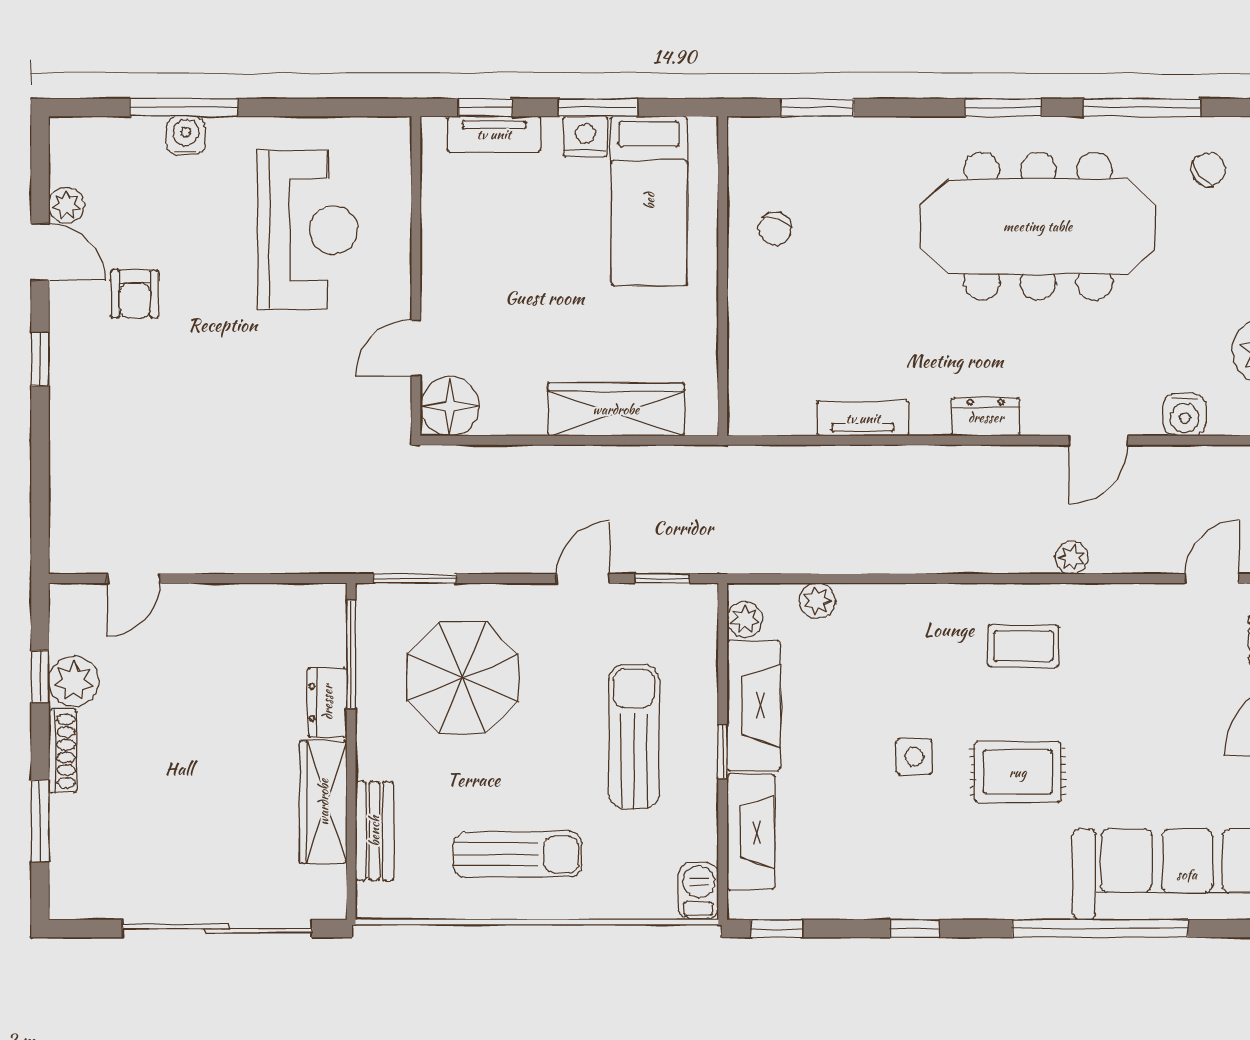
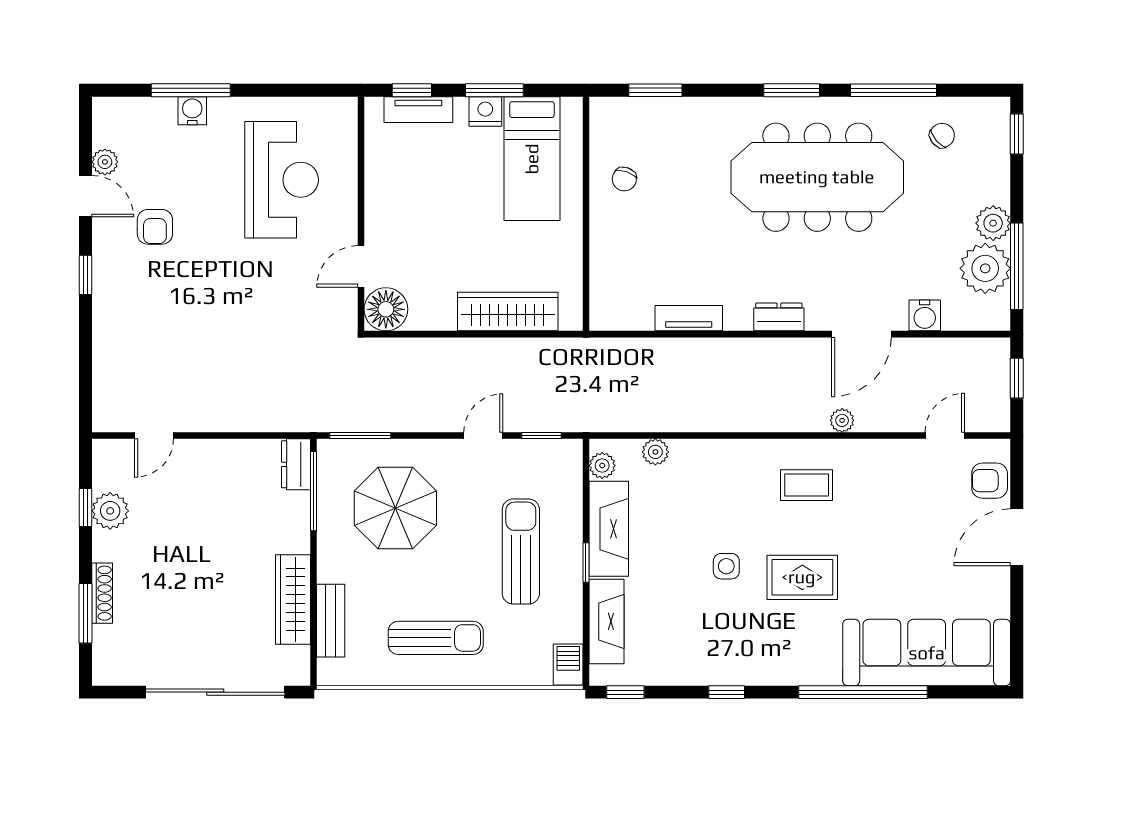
door: (1098, 440) -> (861, 334), width x1.38
dresser: (327, 702) -> (296, 464), moved
shoe rack: (63, 751) -> (102, 593), moved

